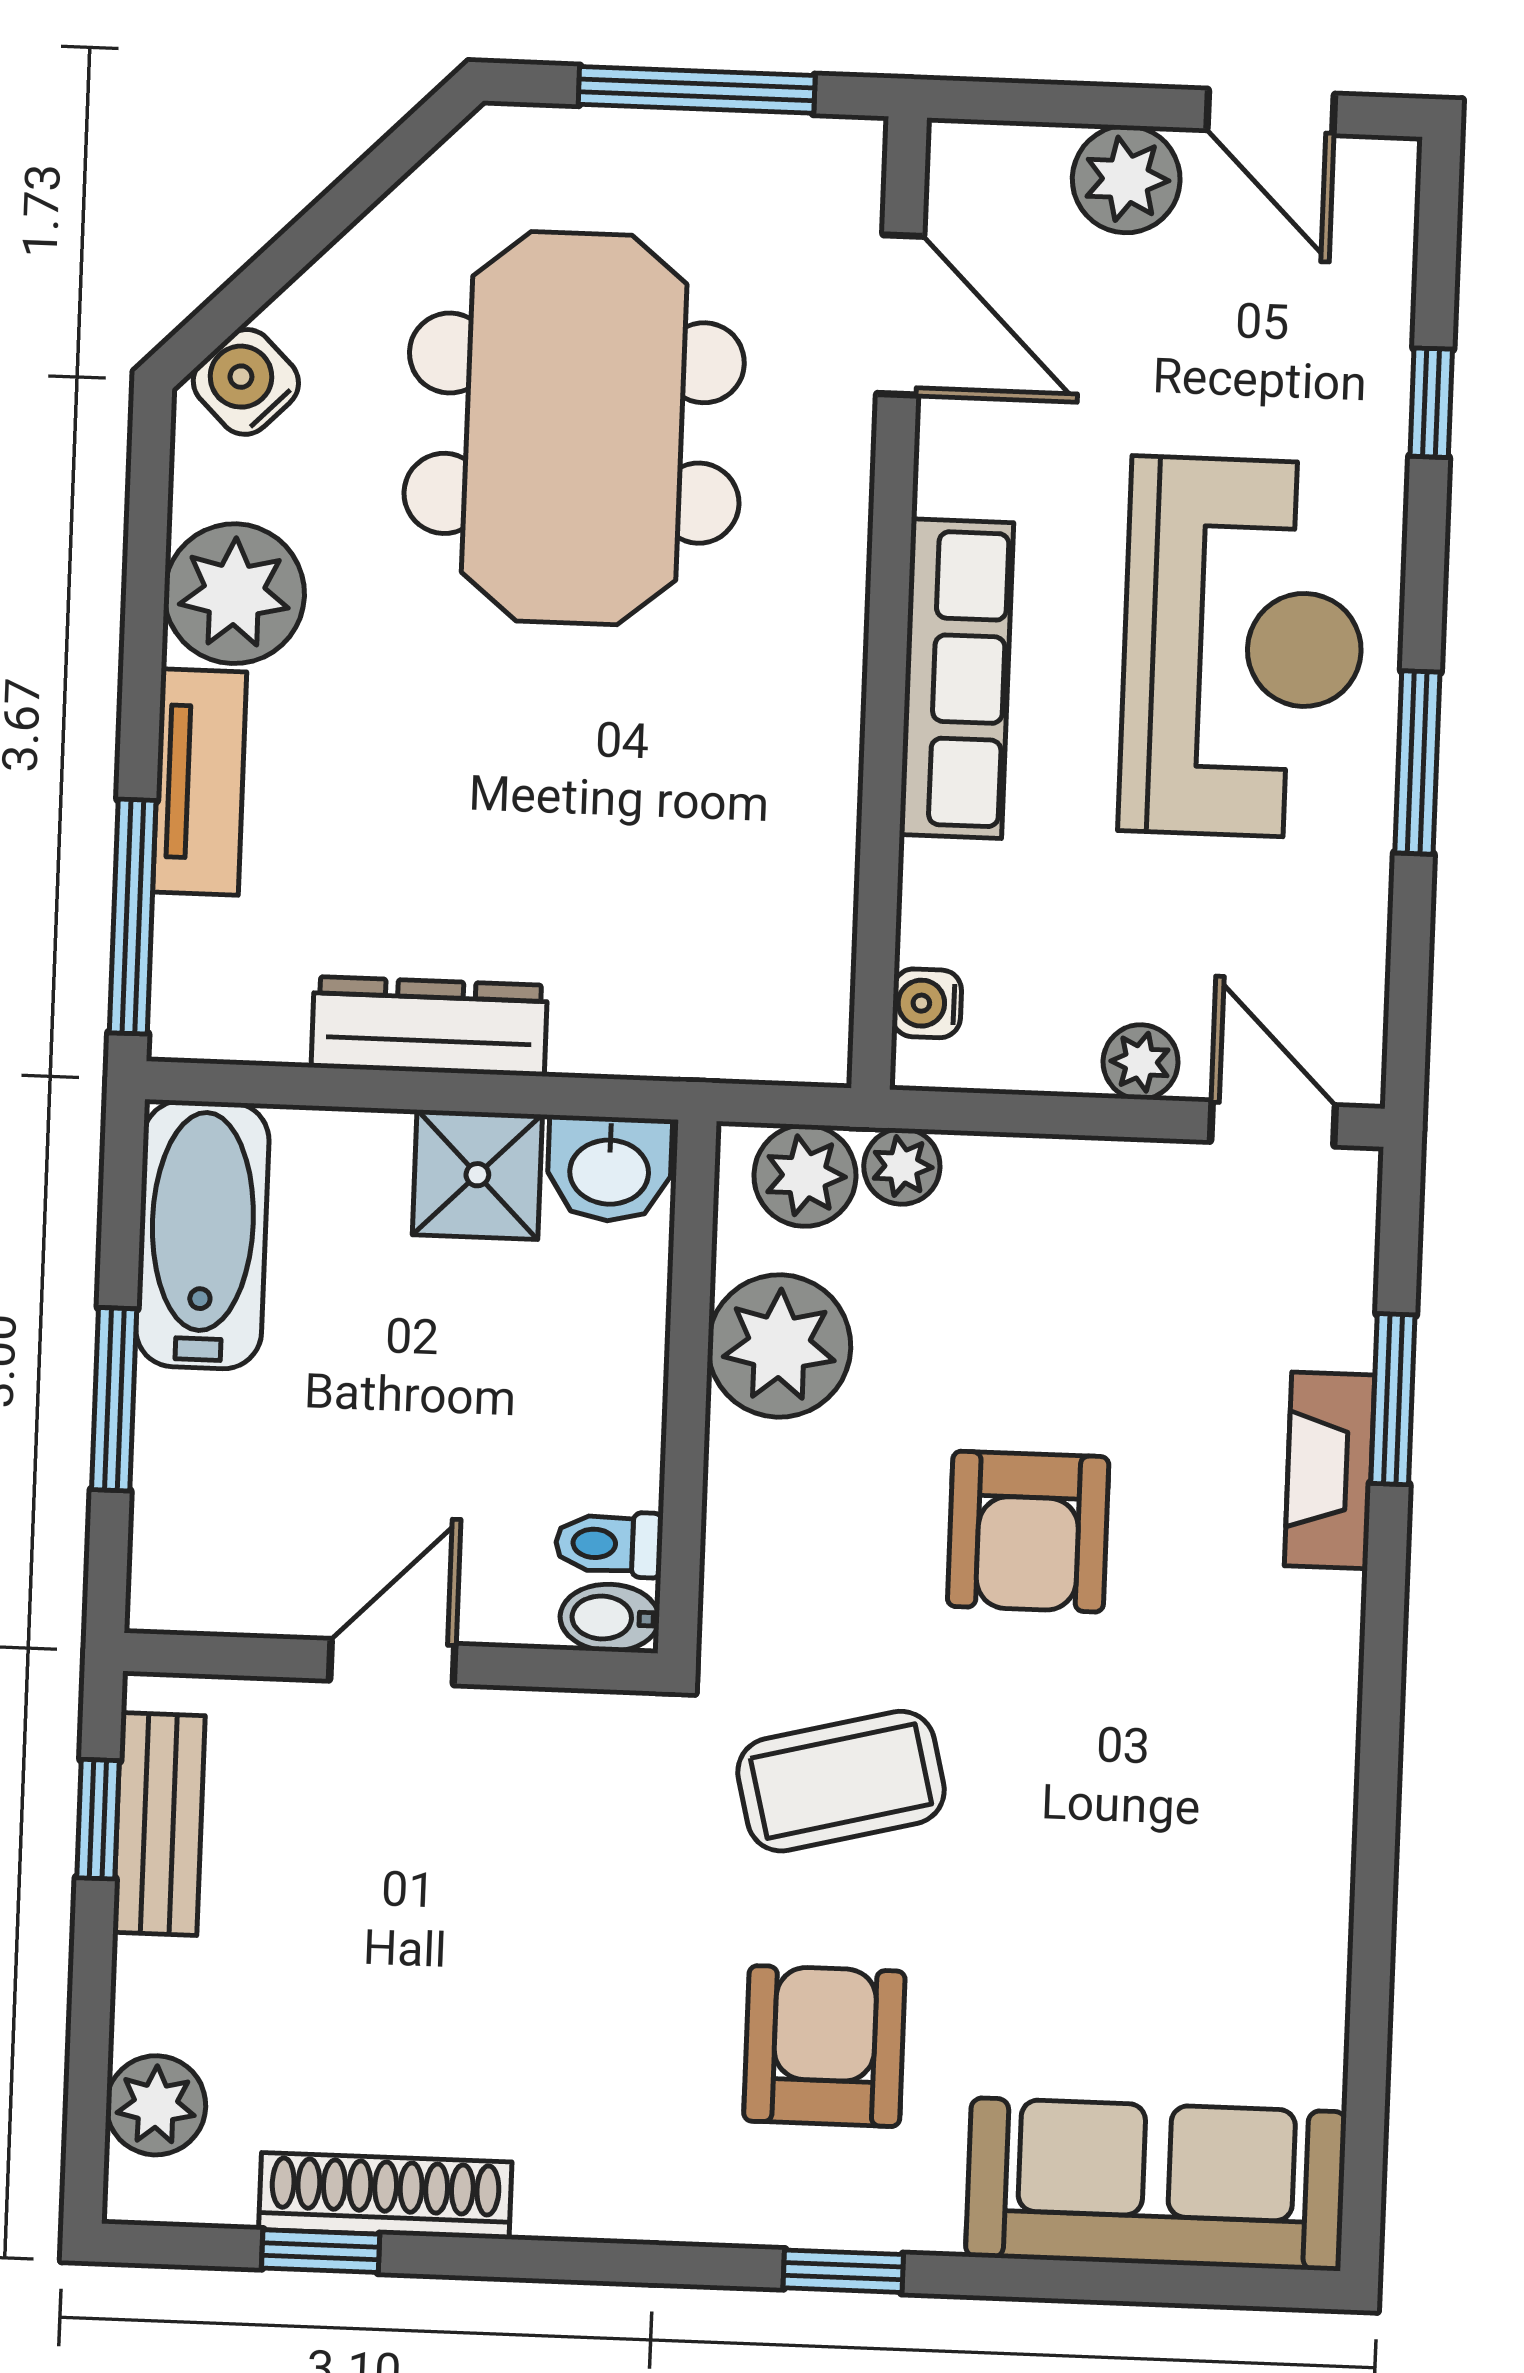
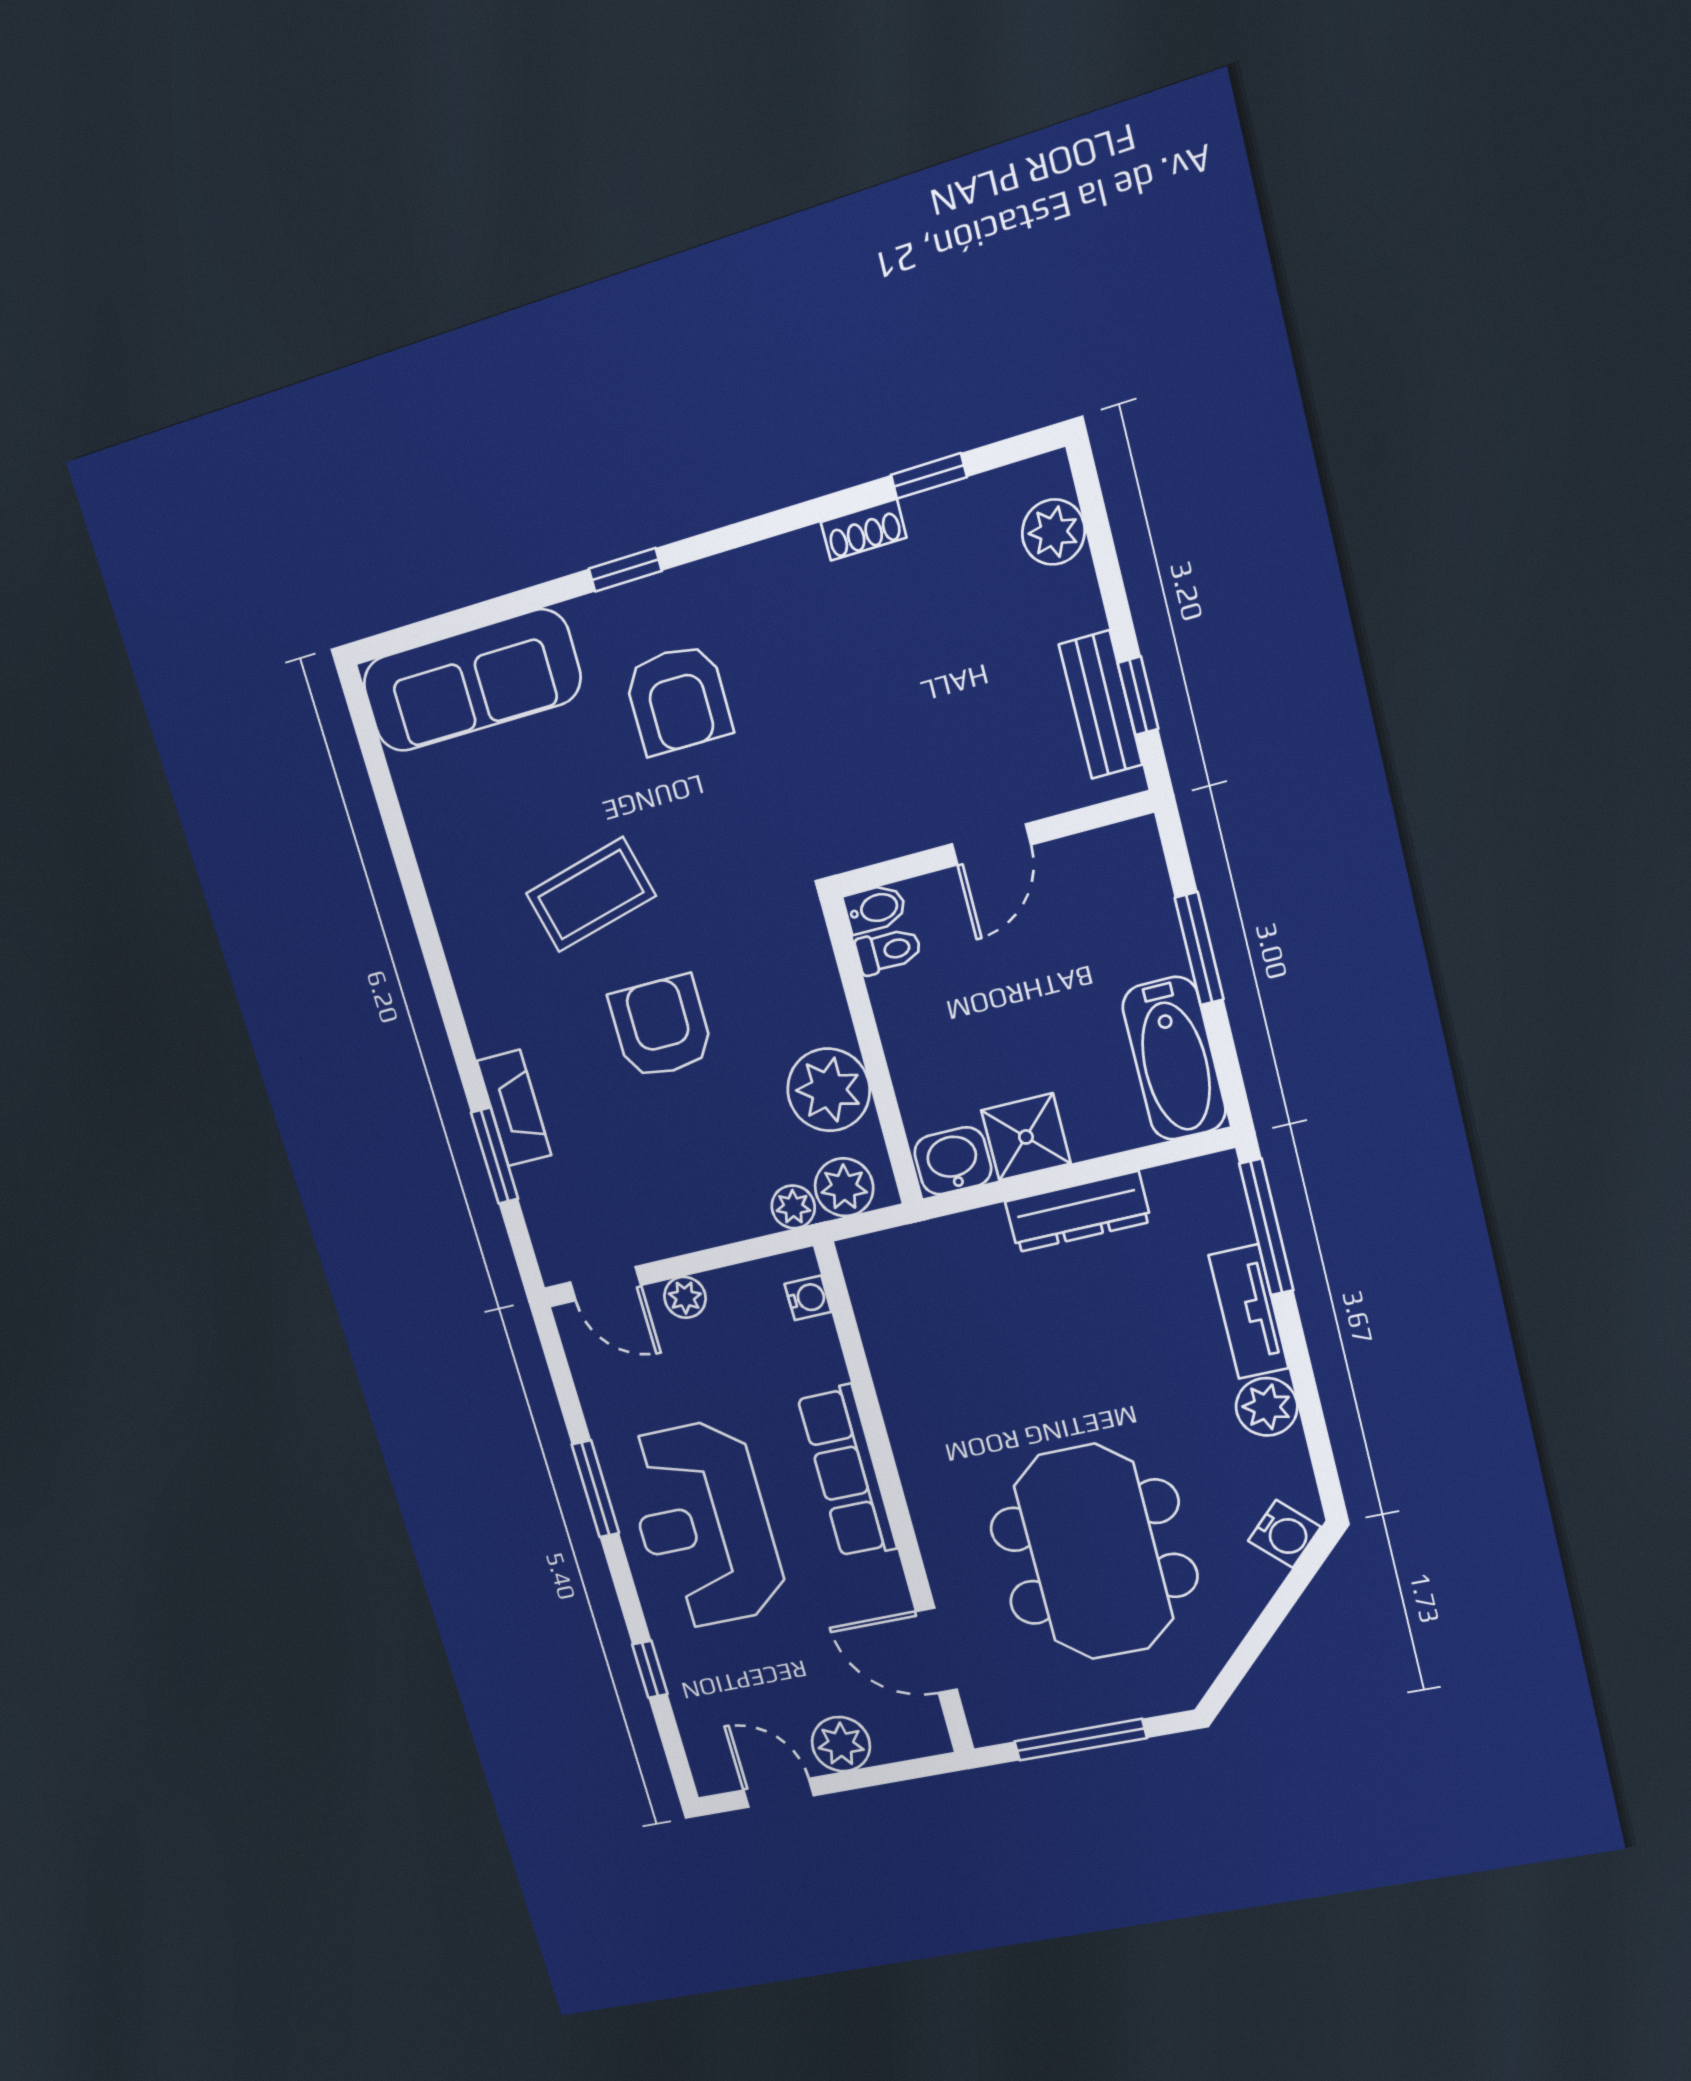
plant: (234, 594) -> (1267, 1407), width x0.73, depth x0.73
coffee table: (841, 1781) -> (591, 895), moved
shoe rack: (385, 2196) -> (864, 530), width x0.51, depth x0.81

